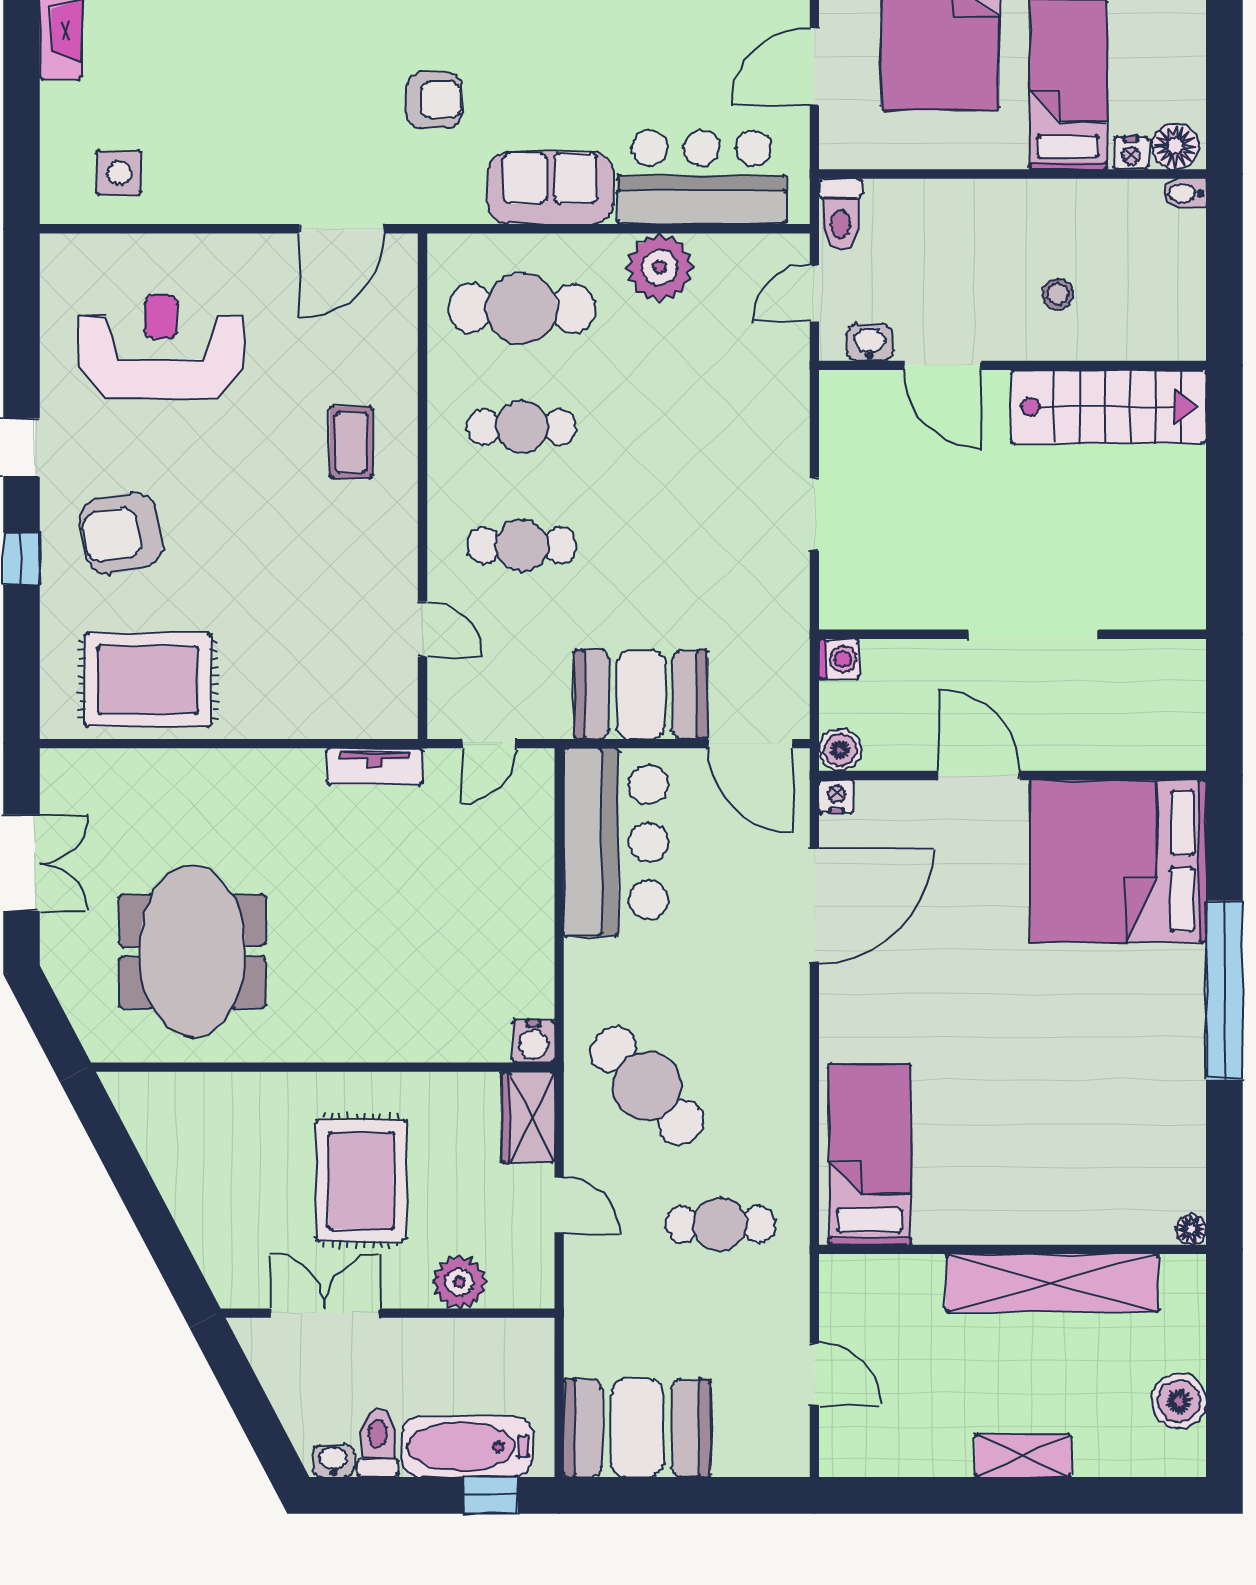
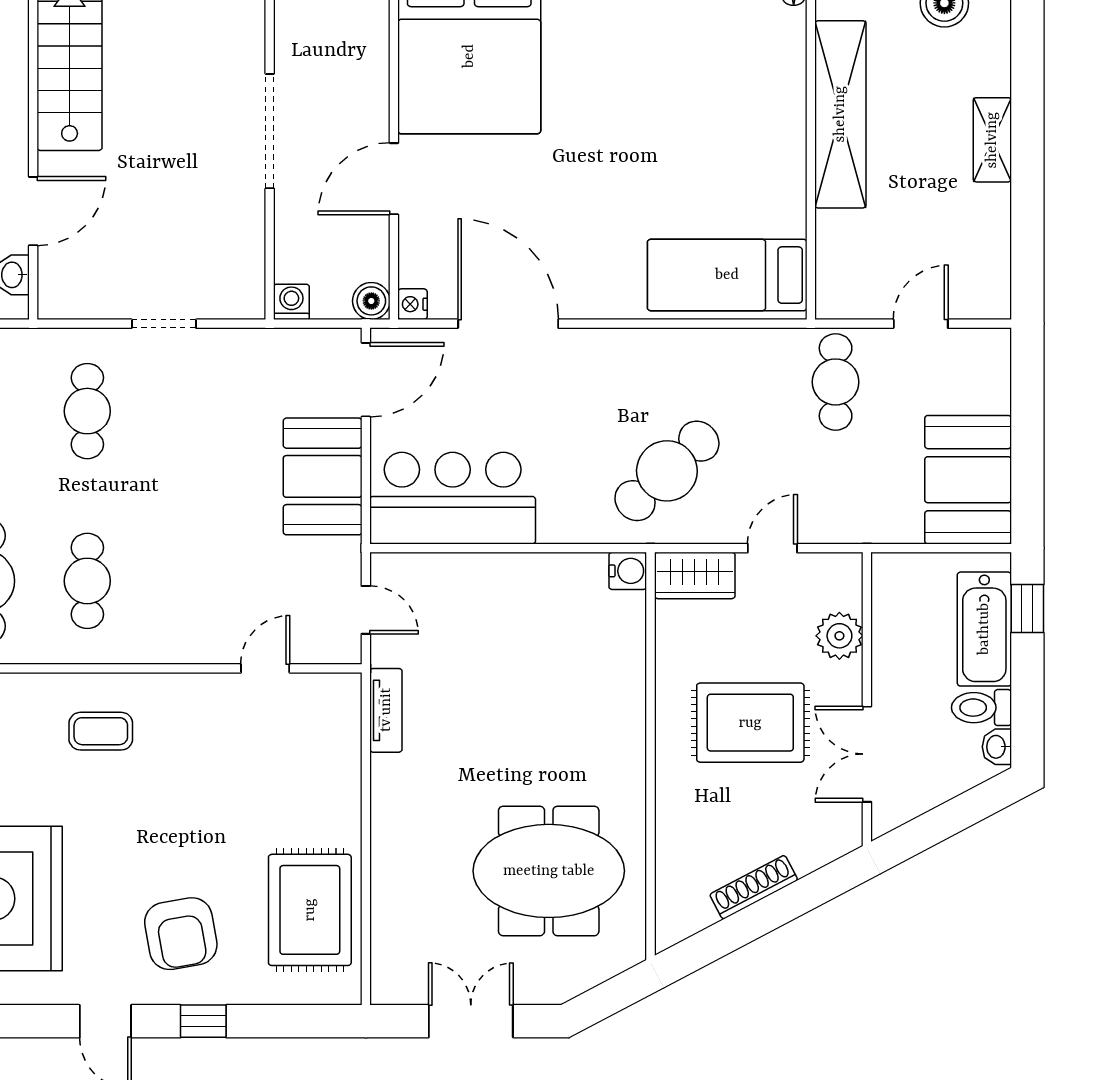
cafe table: (522, 545) -> (87, 411), moved
shoe rack: (174, 1184) -> (754, 887), added
cafe table: (720, 1224) -> (836, 382), moved

